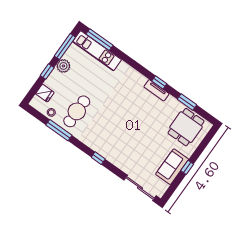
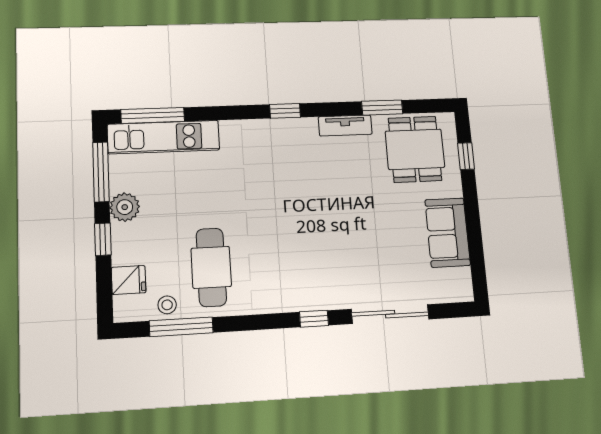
window: (159, 82) -> (285, 111), moved
tv unit: (156, 90) -> (345, 125), moved
window: (59, 130) -> (181, 327), moved
window: (187, 167) -> (466, 156), moved
sliding door: (140, 188) -> (390, 314), moved

